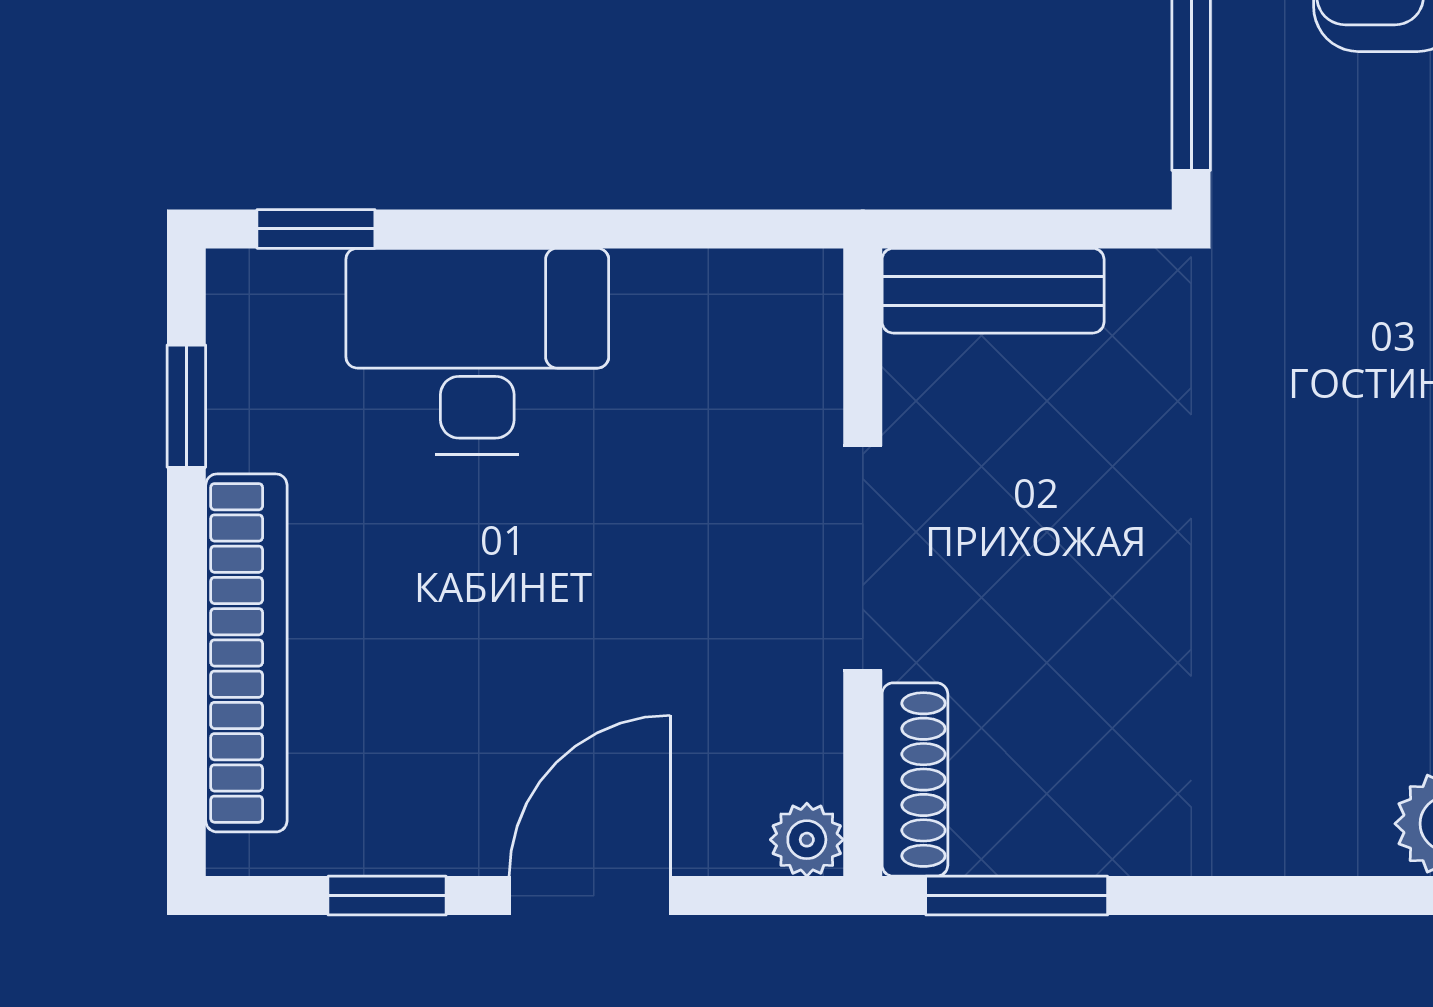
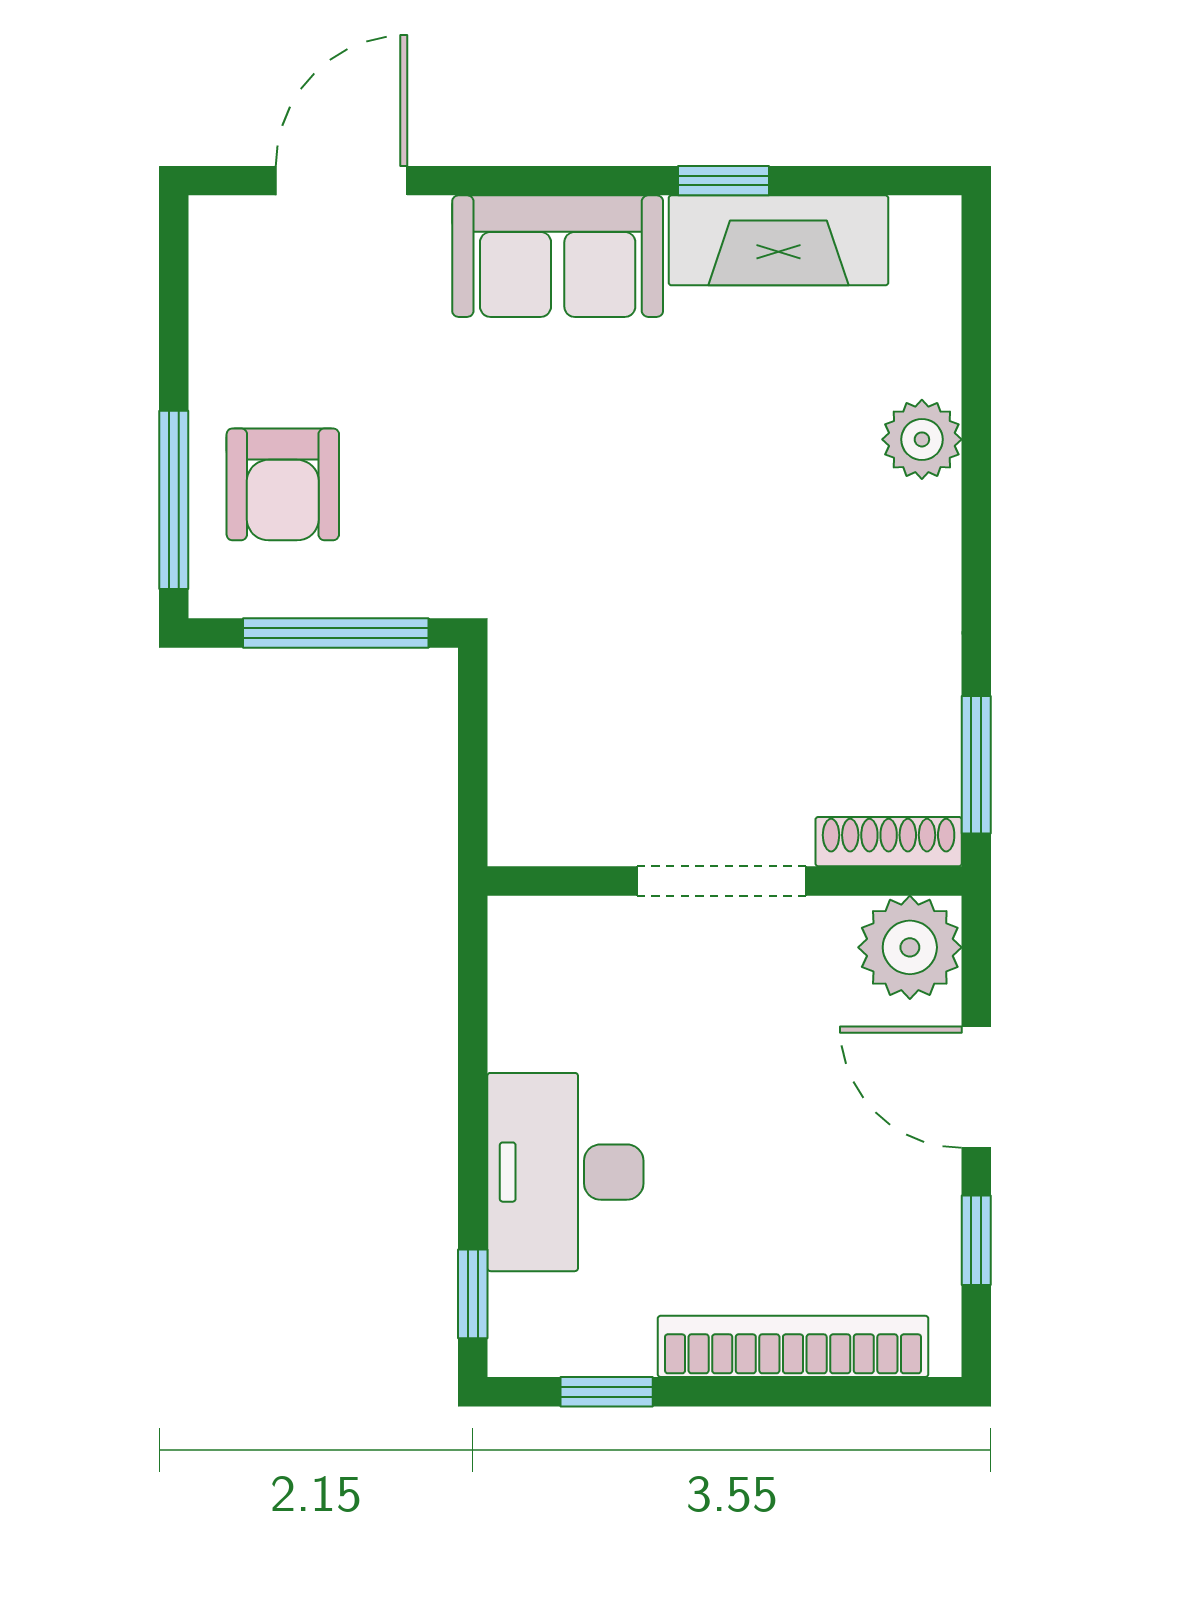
bench: (993, 291) -> (519, 783), removed
plant: (807, 840) -> (910, 947), width x1.87, depth x1.87

